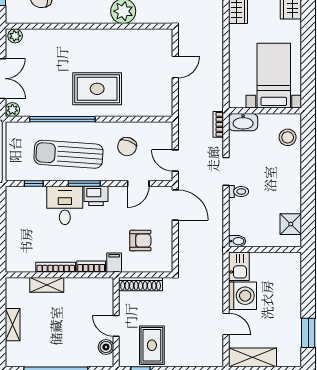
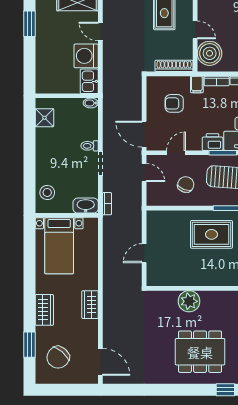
boiler: (106, 347) -> (210, 53), moved, width x1.86, depth x1.86

